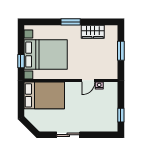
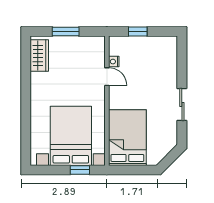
window: (71, 22) -> (26, 101), removed
wardrobe: (93, 32) -> (39, 55), moved
window: (121, 115) -> (138, 32), moved

